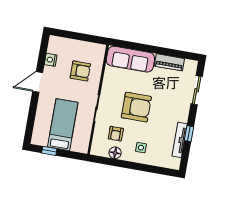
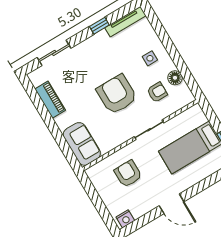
sofa: (130, 59) -> (82, 144), width x0.73
nightstand: (51, 60) -> (125, 219), moved
tv unit: (180, 140) -> (125, 22), moved

